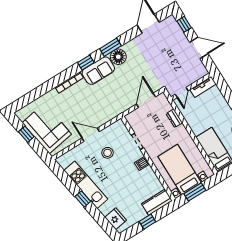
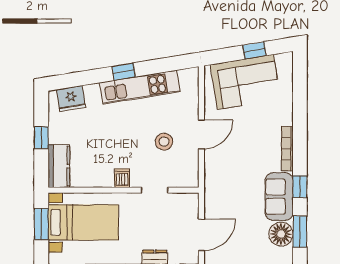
door: (146, 100) -> (201, 235), hinge flipped

